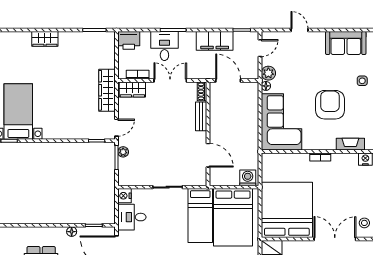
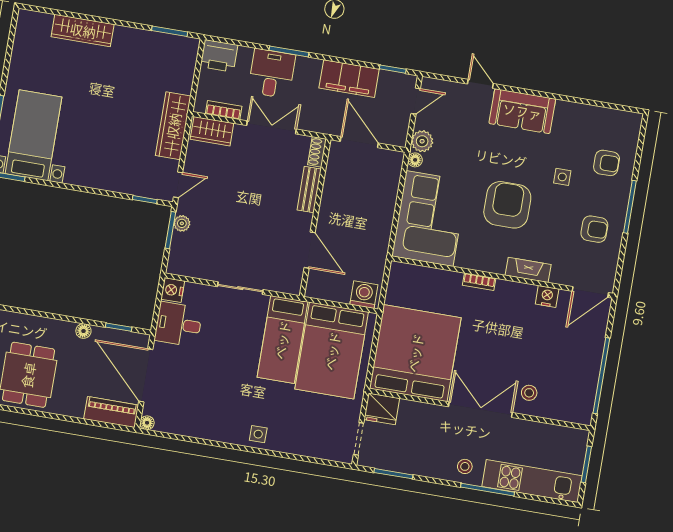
wardrobe: (45, 39) -> (83, 30), width x1.50
sofa: (346, 43) -> (522, 111), moved

